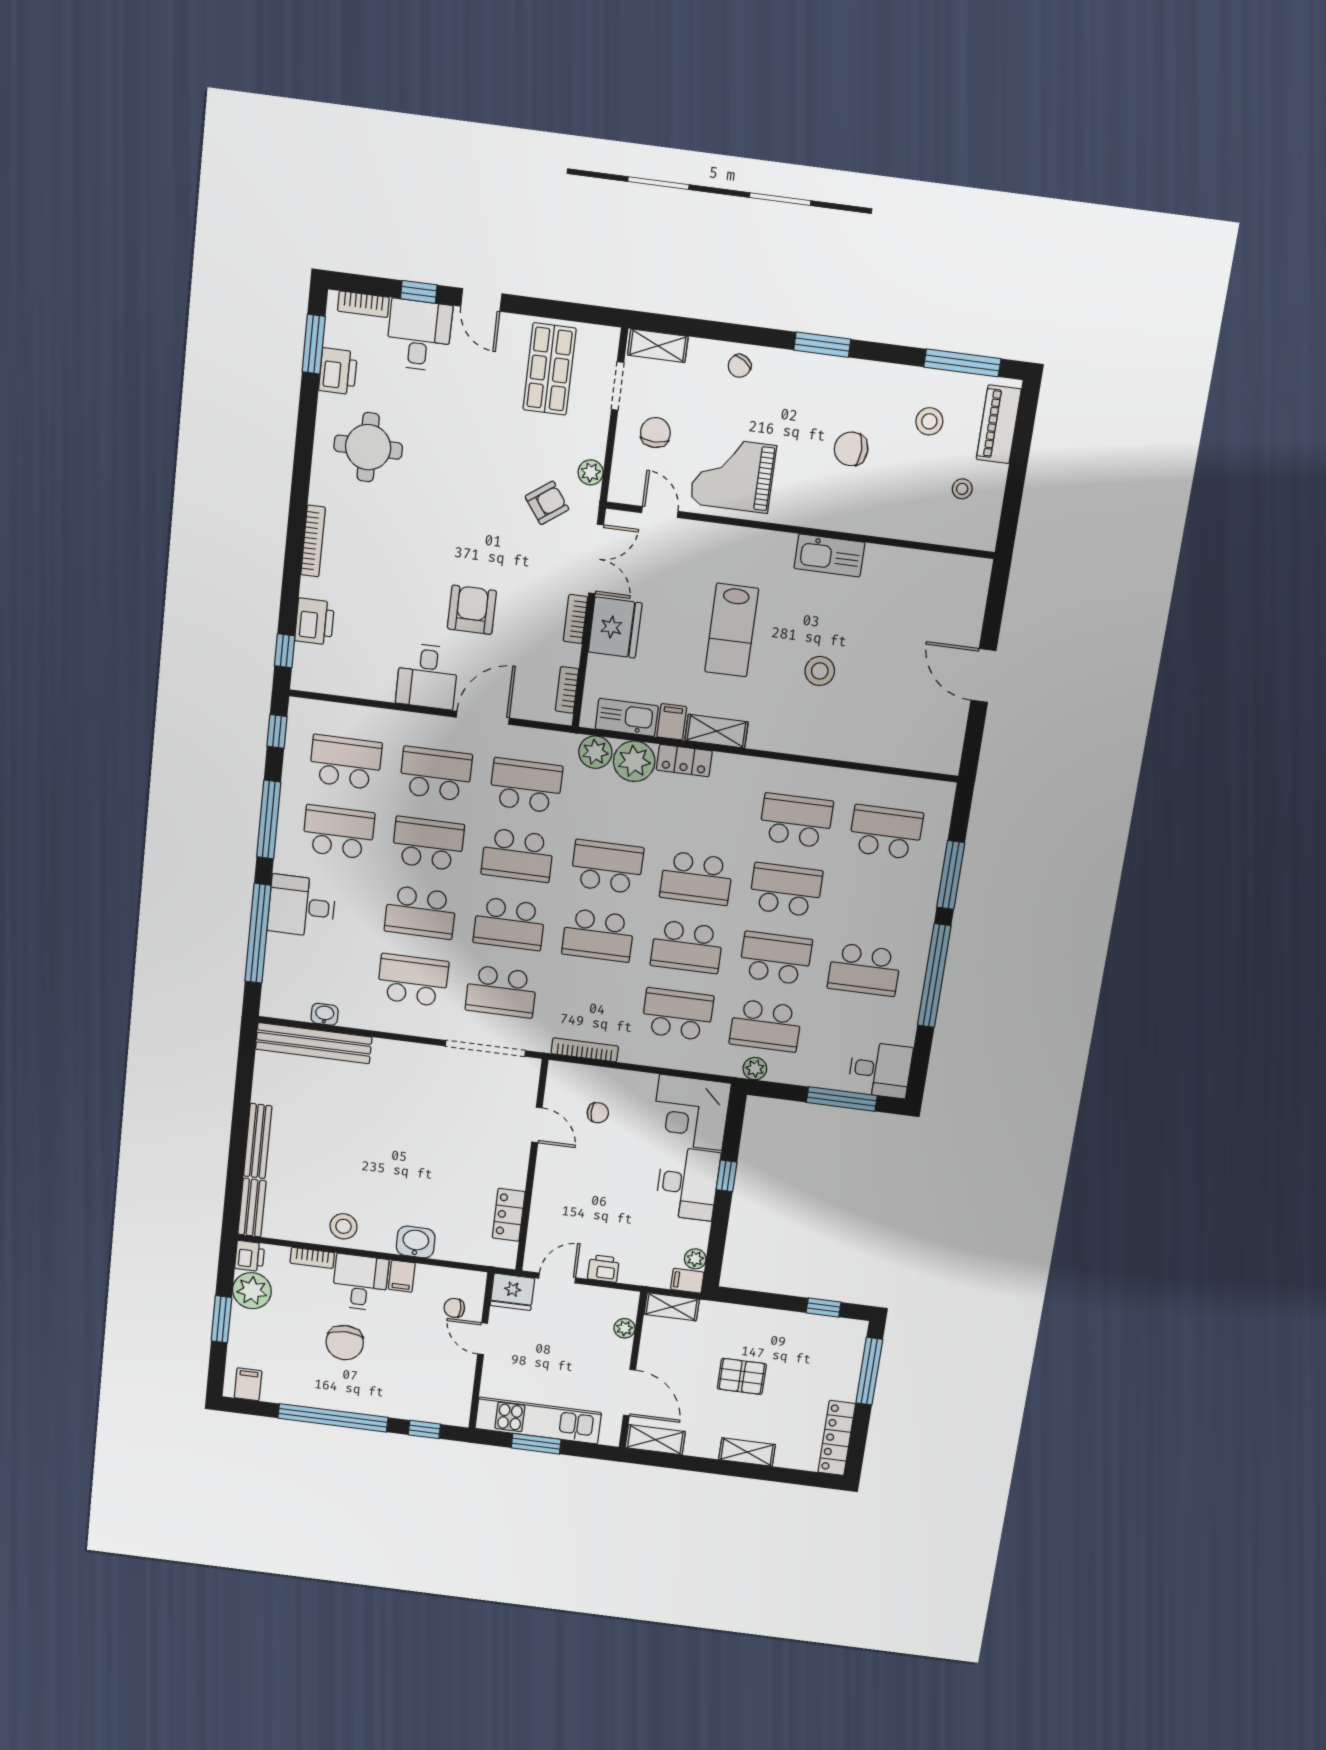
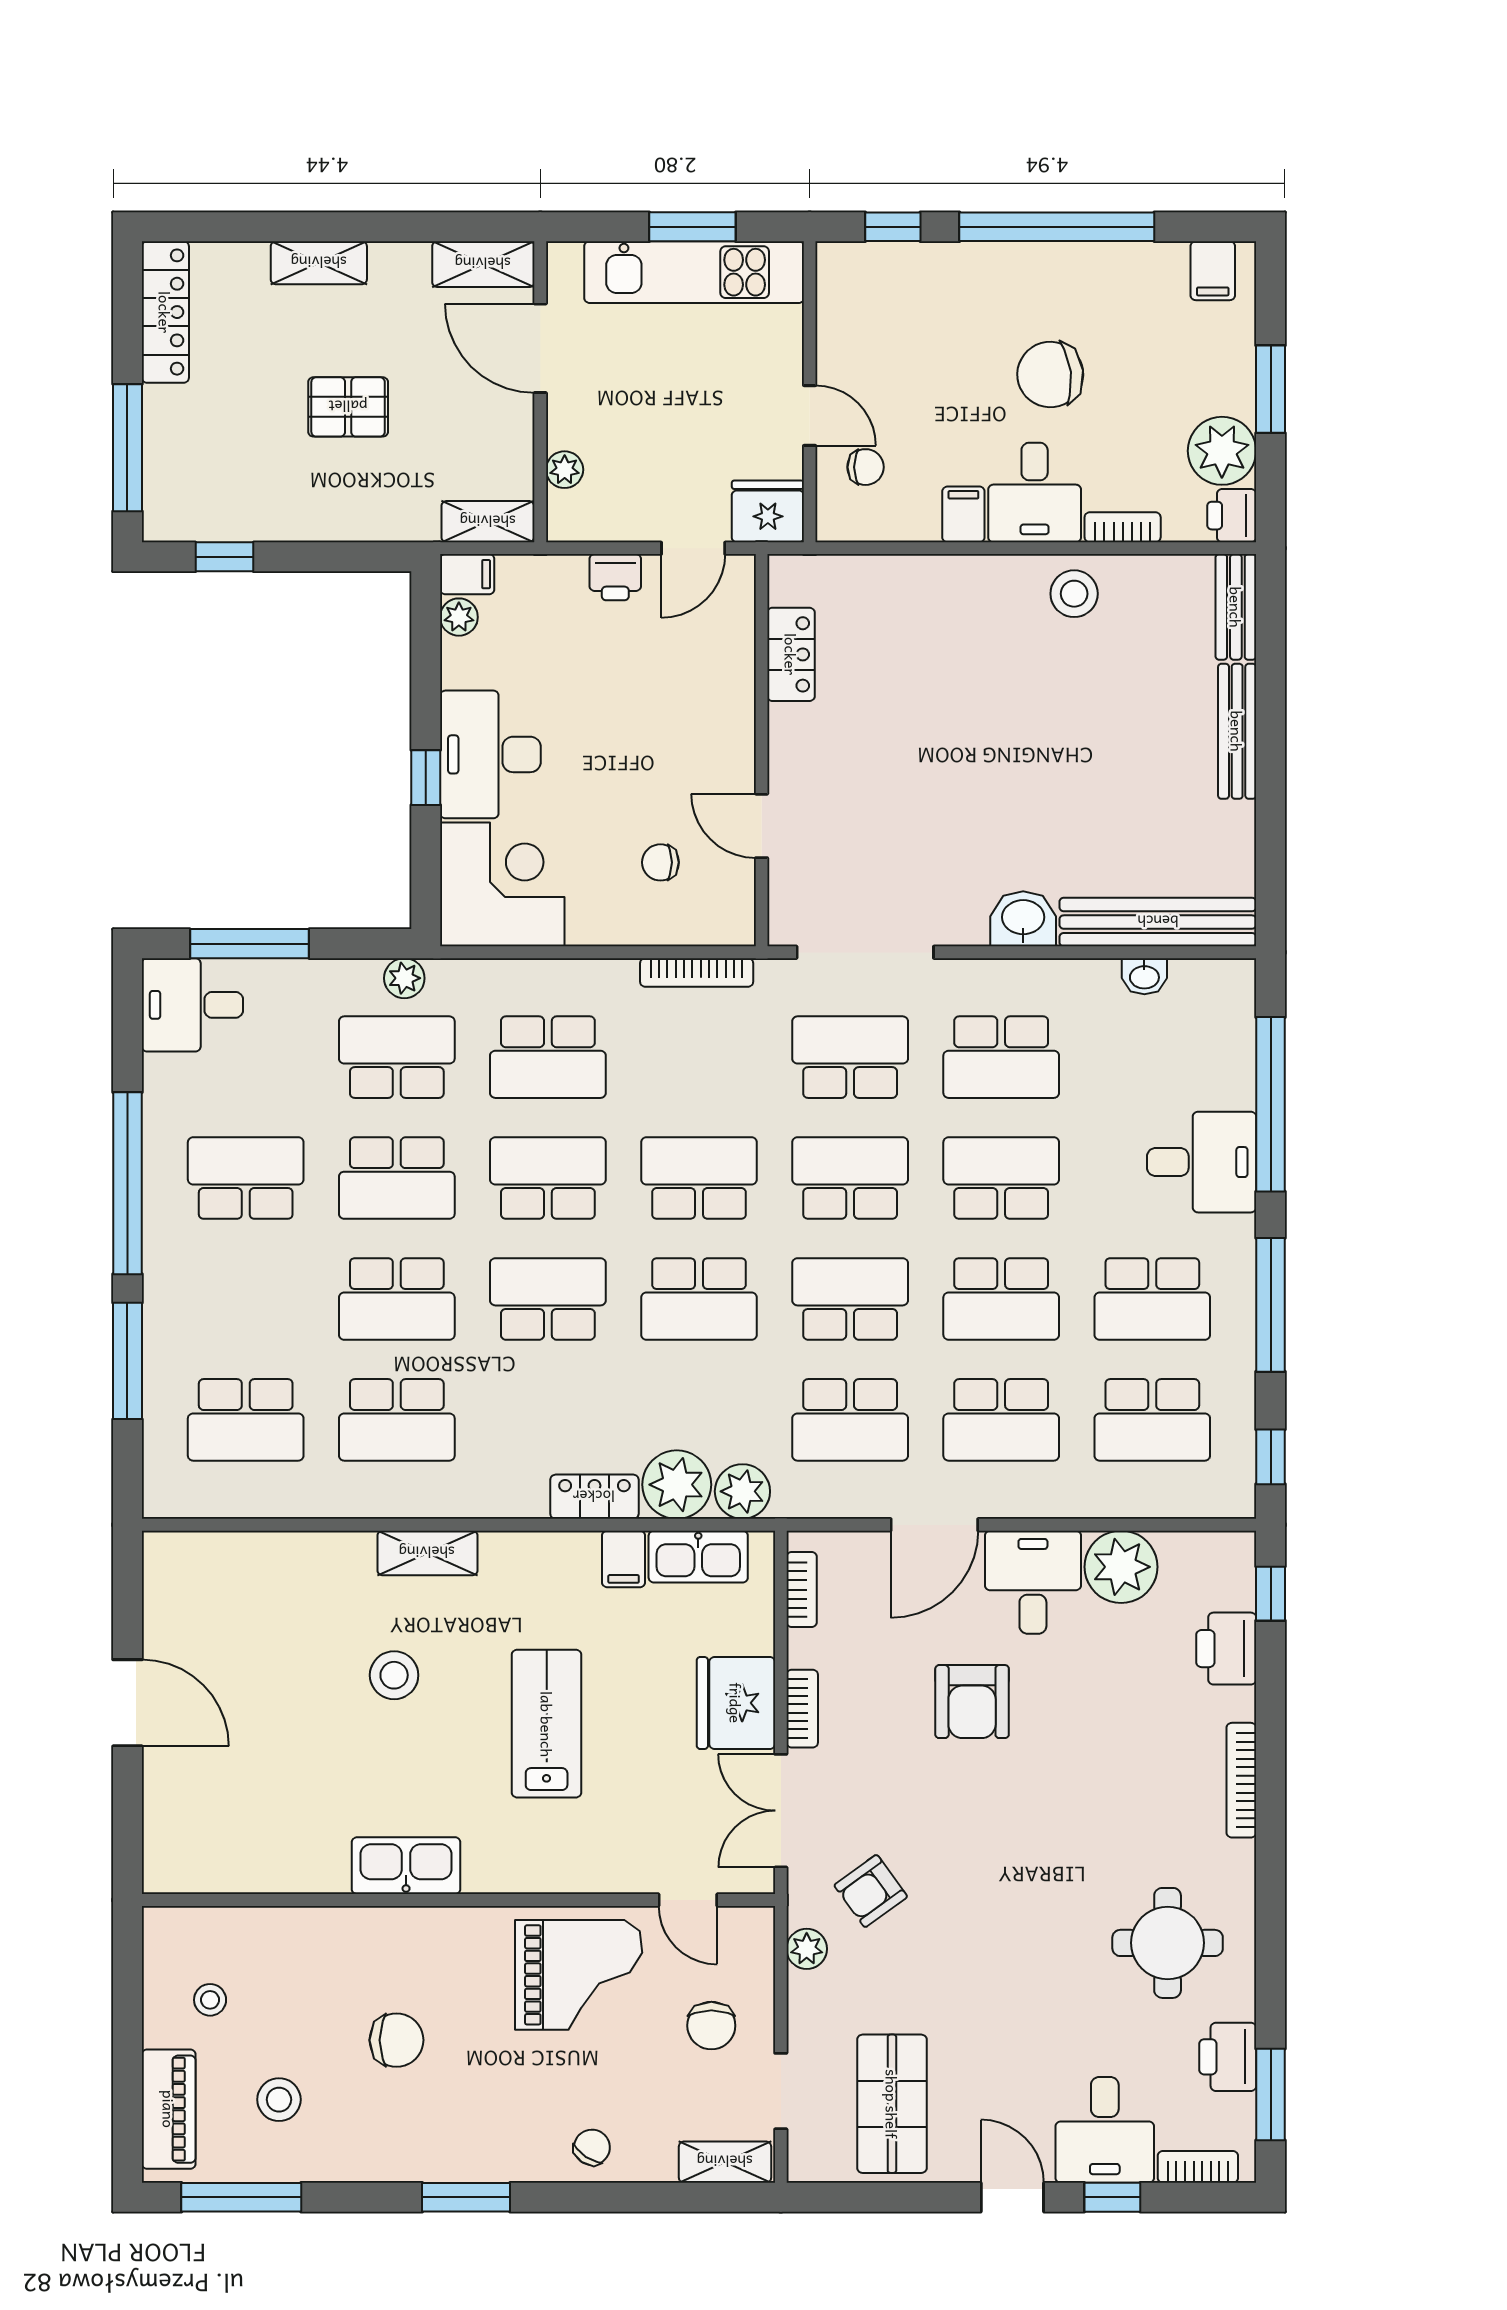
plant: (373, 678) -> (1121, 1567), added
shelving: (716, 731) -> (427, 1553), moved
washbasin: (416, 1242) -> (1023, 919), moved, turned 180
chair: (345, 1343) -> (1050, 374), turned -97

